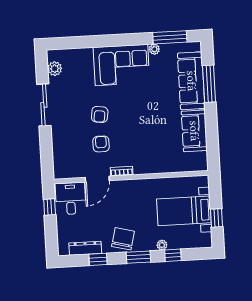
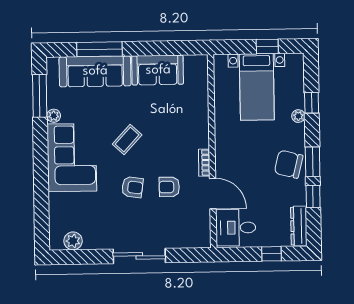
sliding door: (44, 105) -> (139, 256), moved
coffee table: (138, 109) -> (127, 139), added
window: (50, 207) -> (272, 254), moved
dresser: (85, 248) -> (299, 226), moved
window: (138, 257) -> (313, 162), moved

